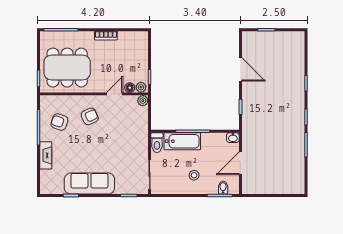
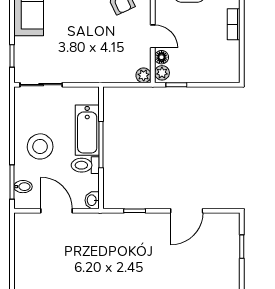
toilet: (157, 143) -> (85, 165), moved
stool: (194, 175) -> (40, 146), width x1.89, depth x1.89

